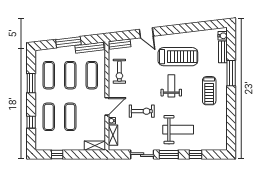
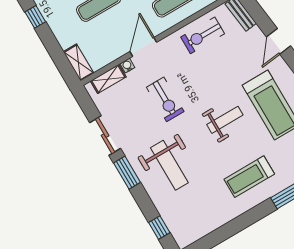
door: (107, 106) -> (143, 47), swing flipped
window: (196, 155) -> (159, 228), moved

